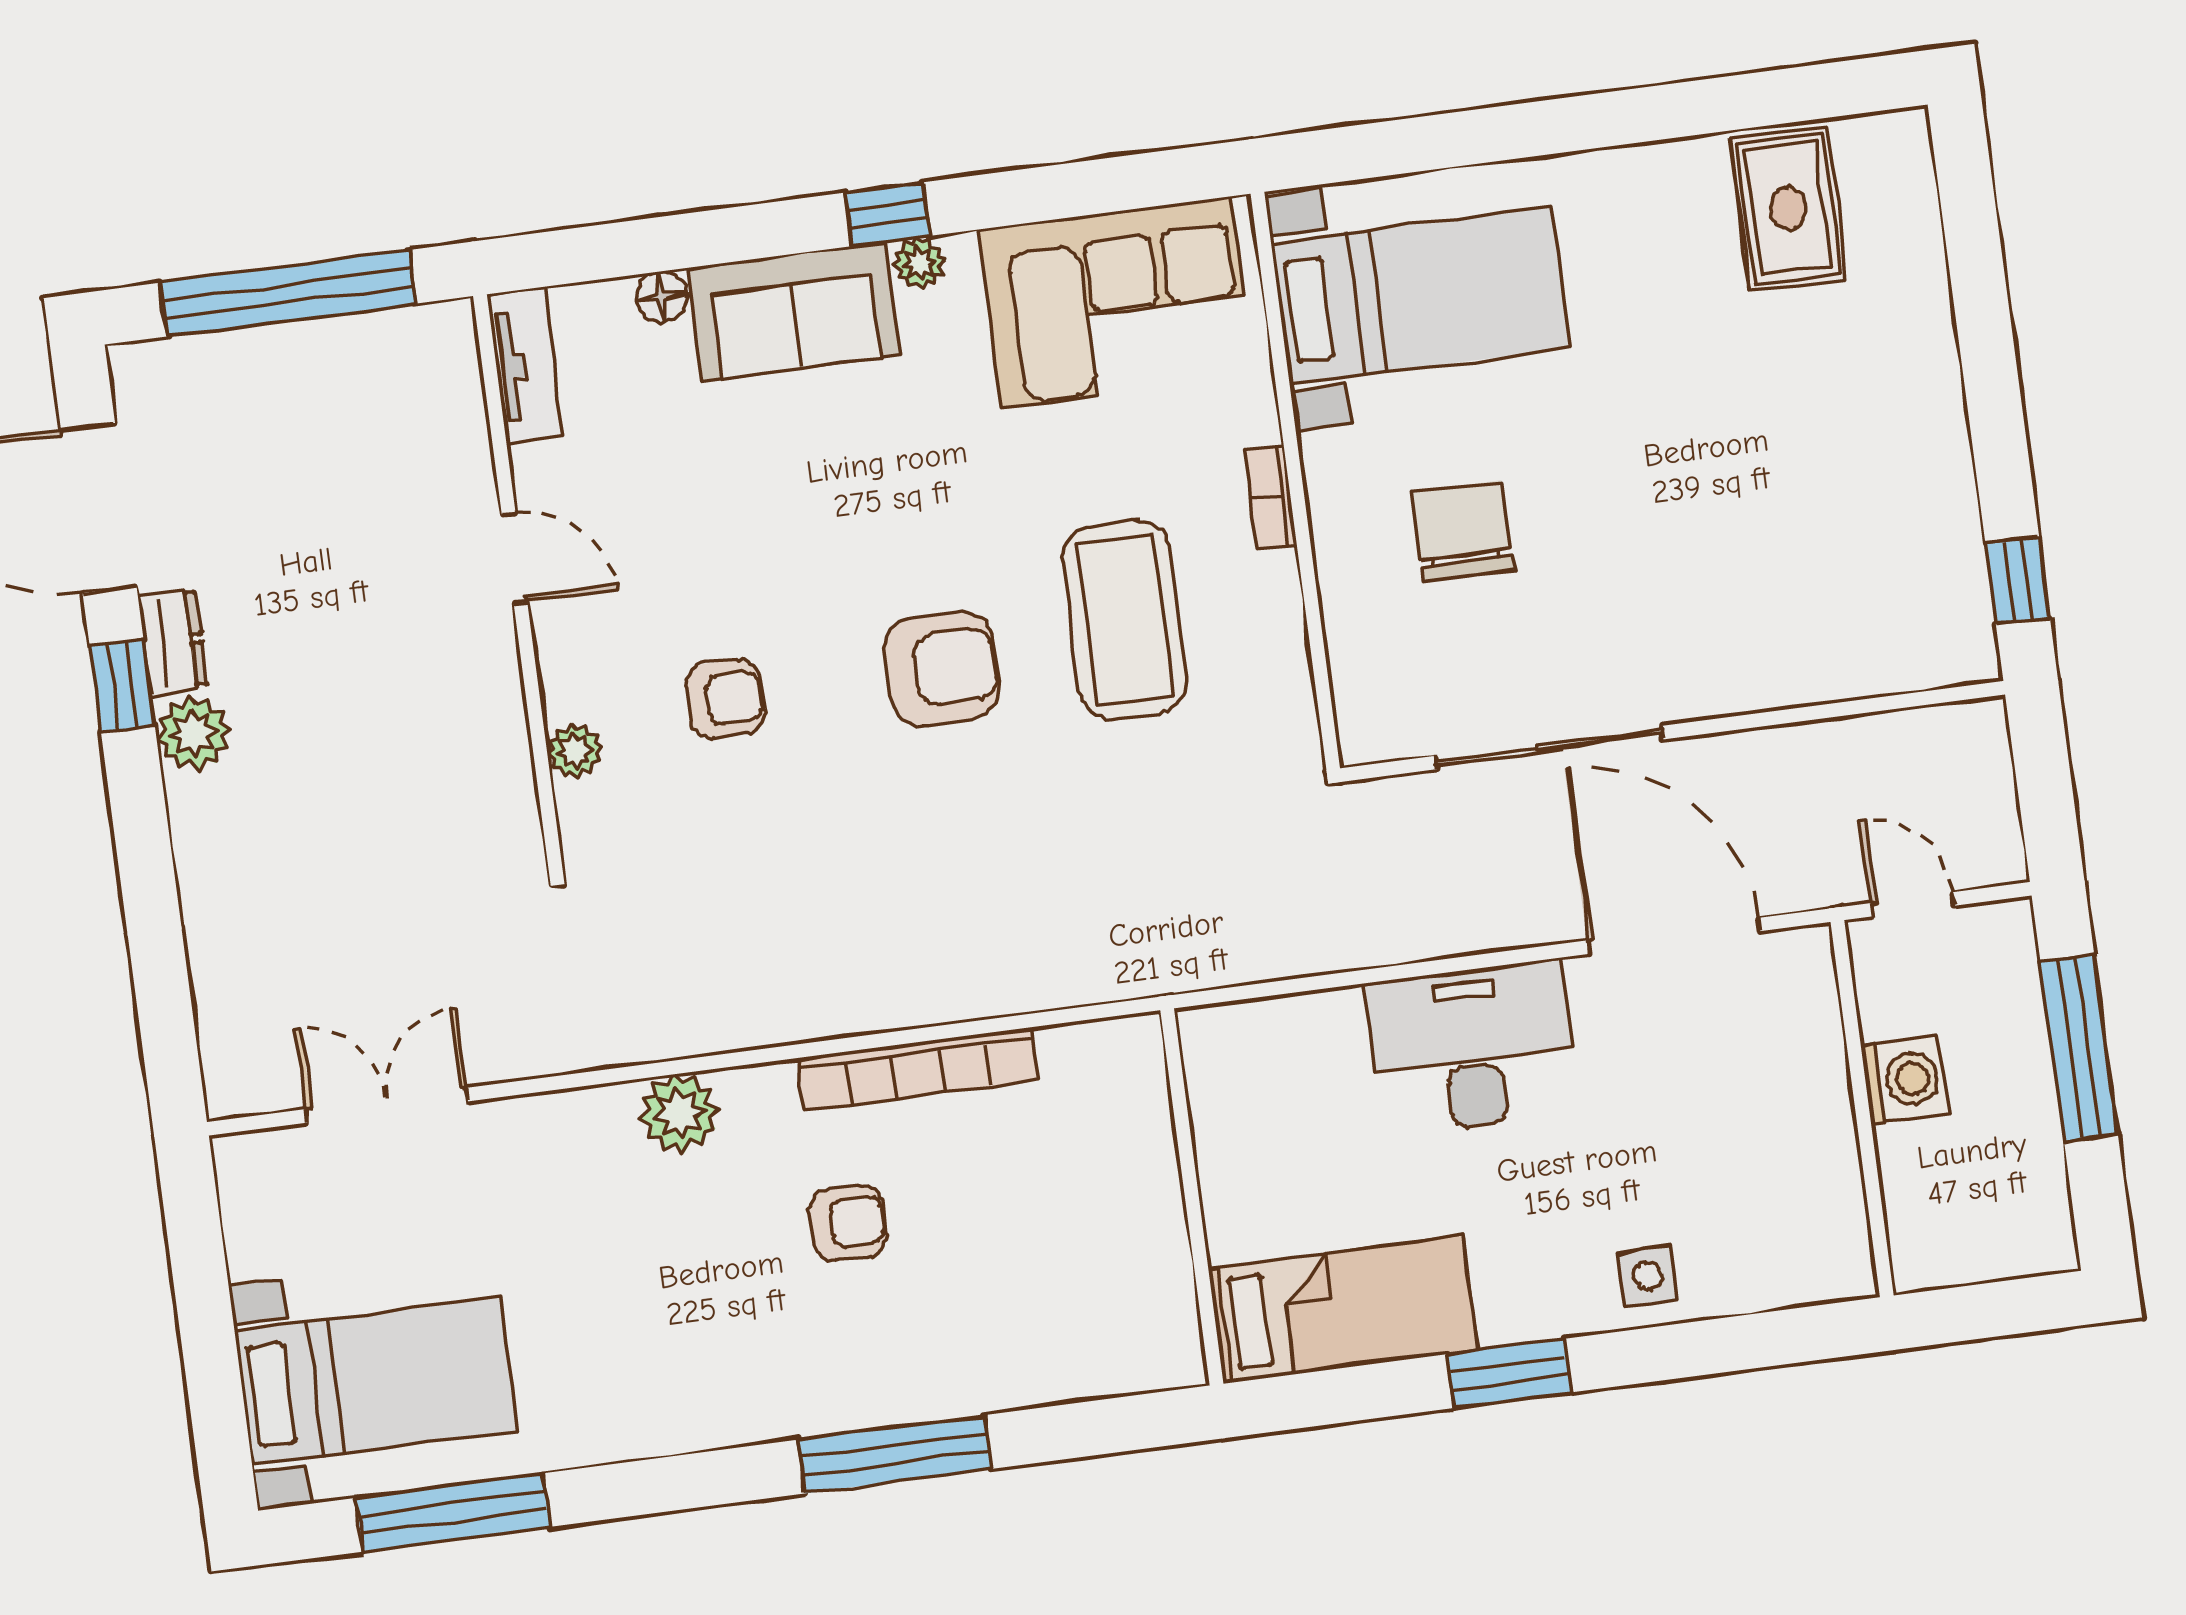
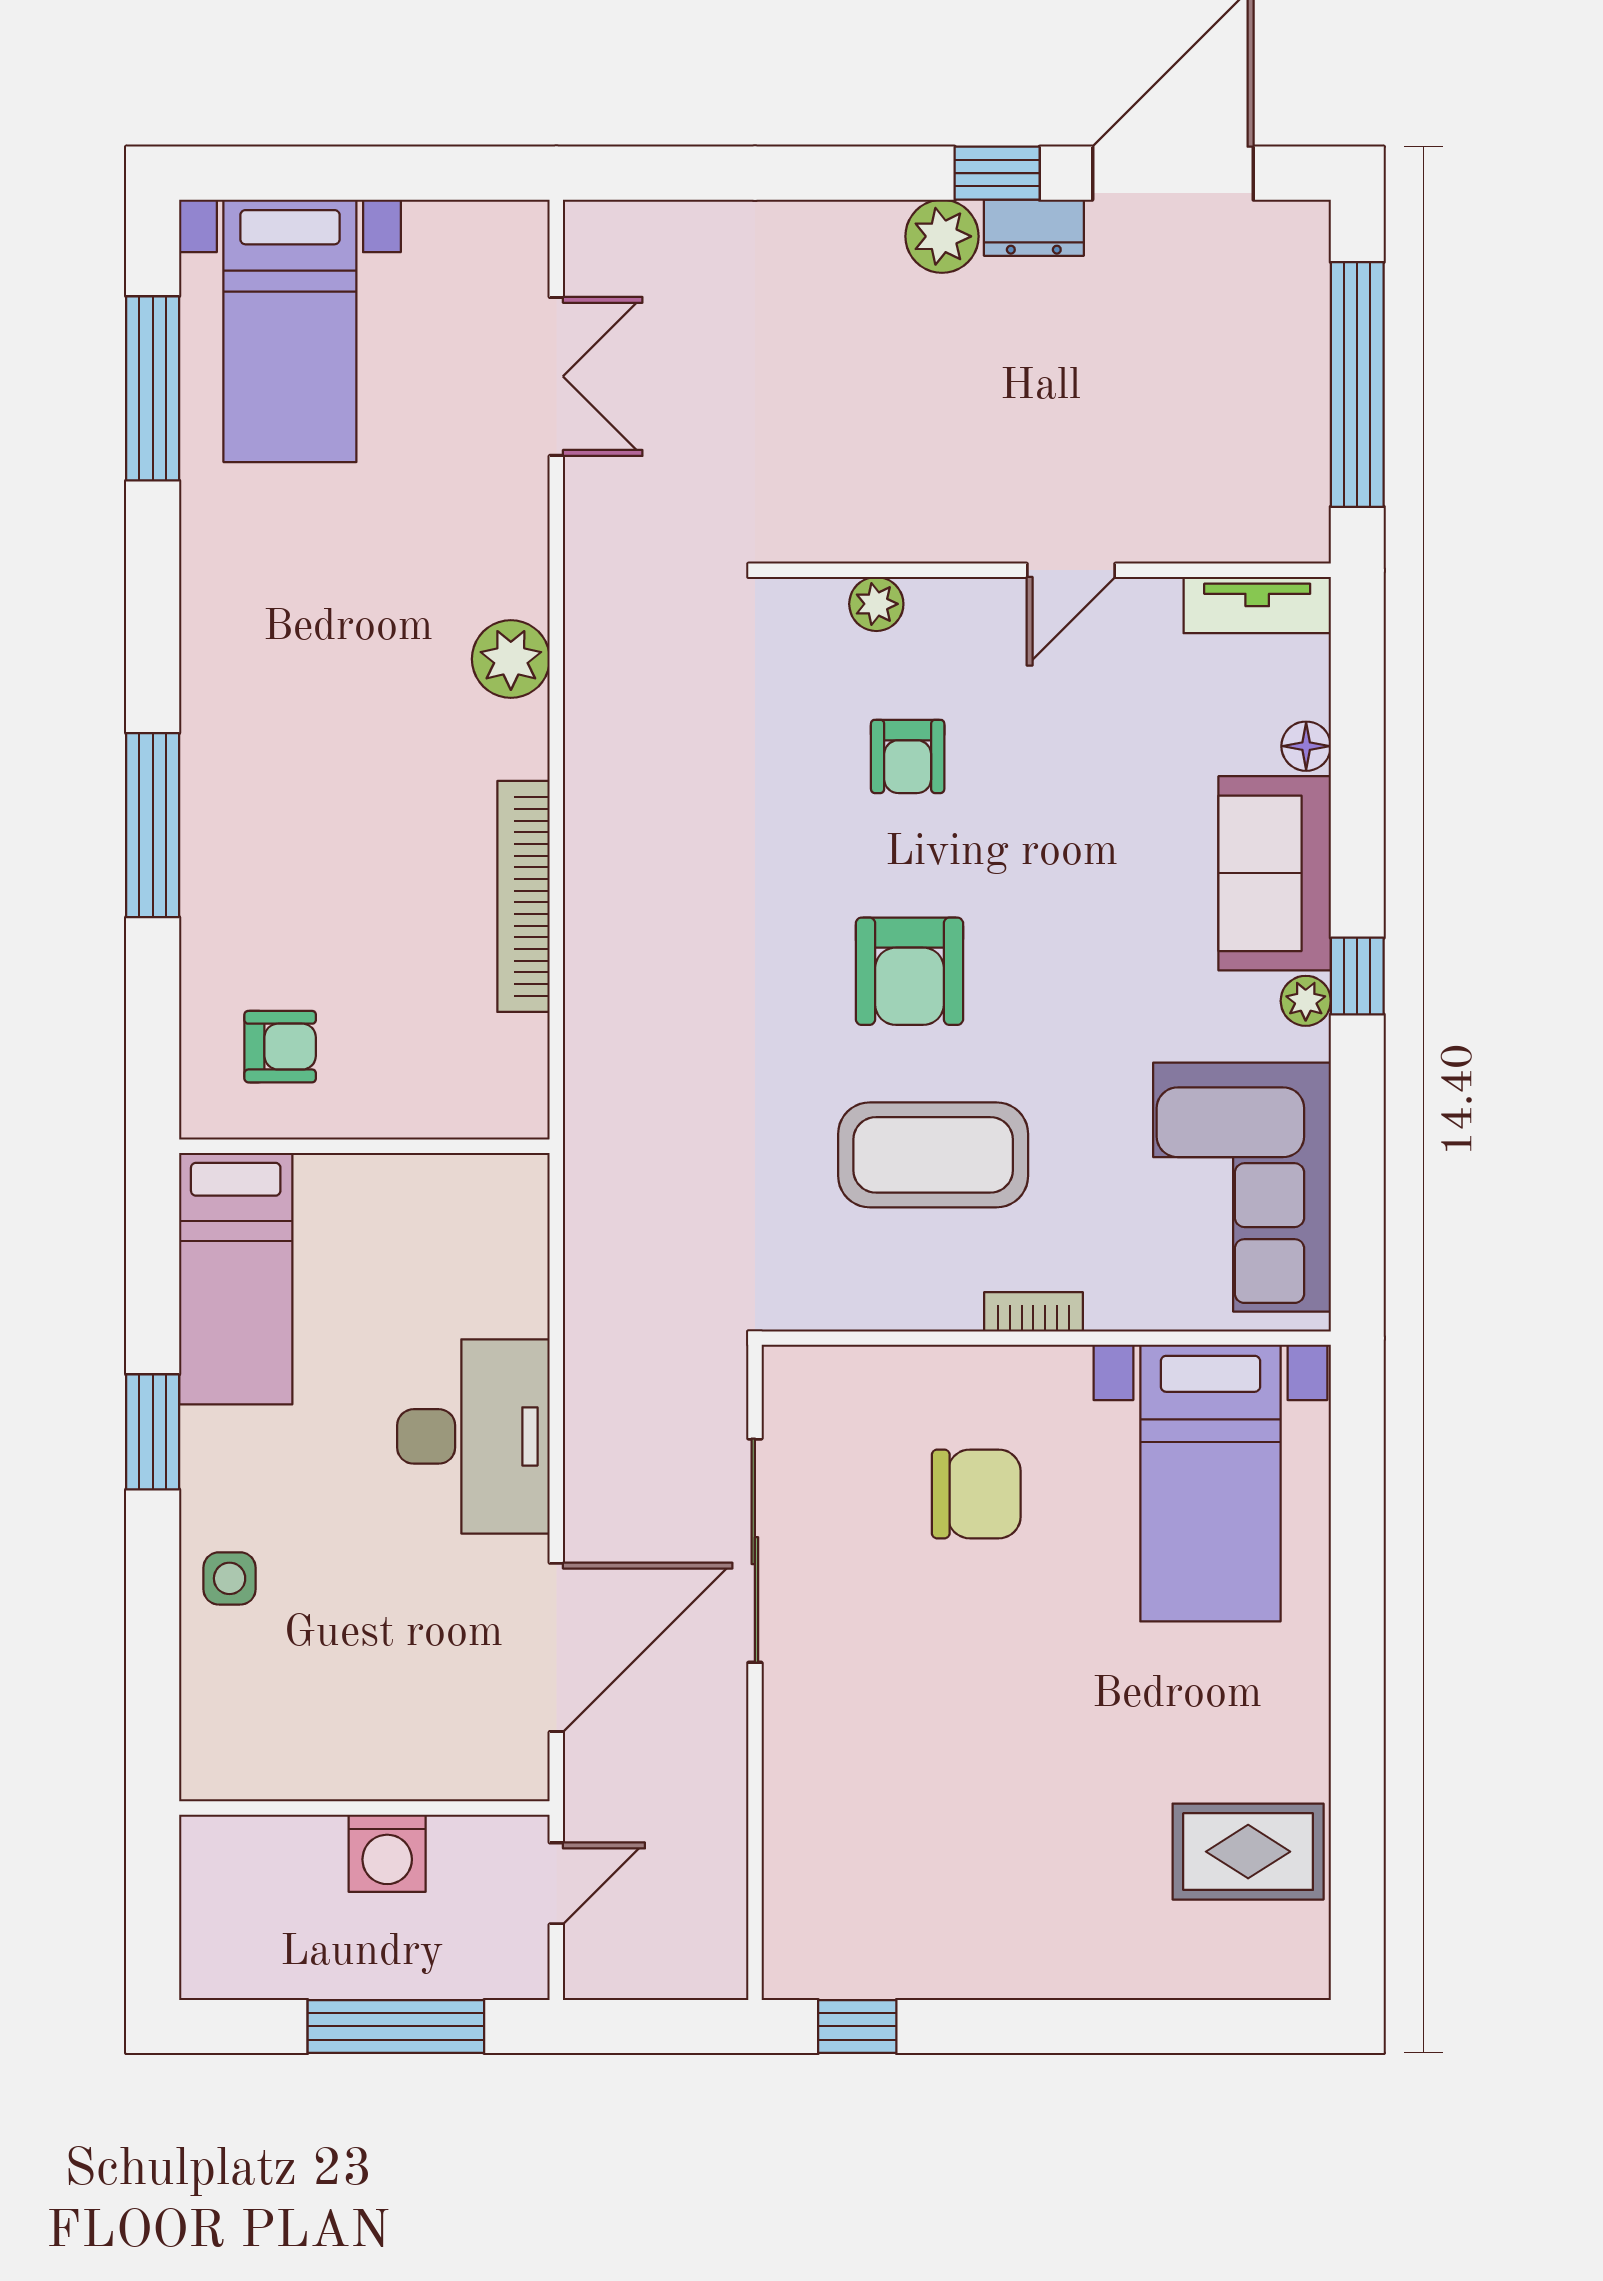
armchair: (848, 1223) -> (280, 1047), moved, turned -90

